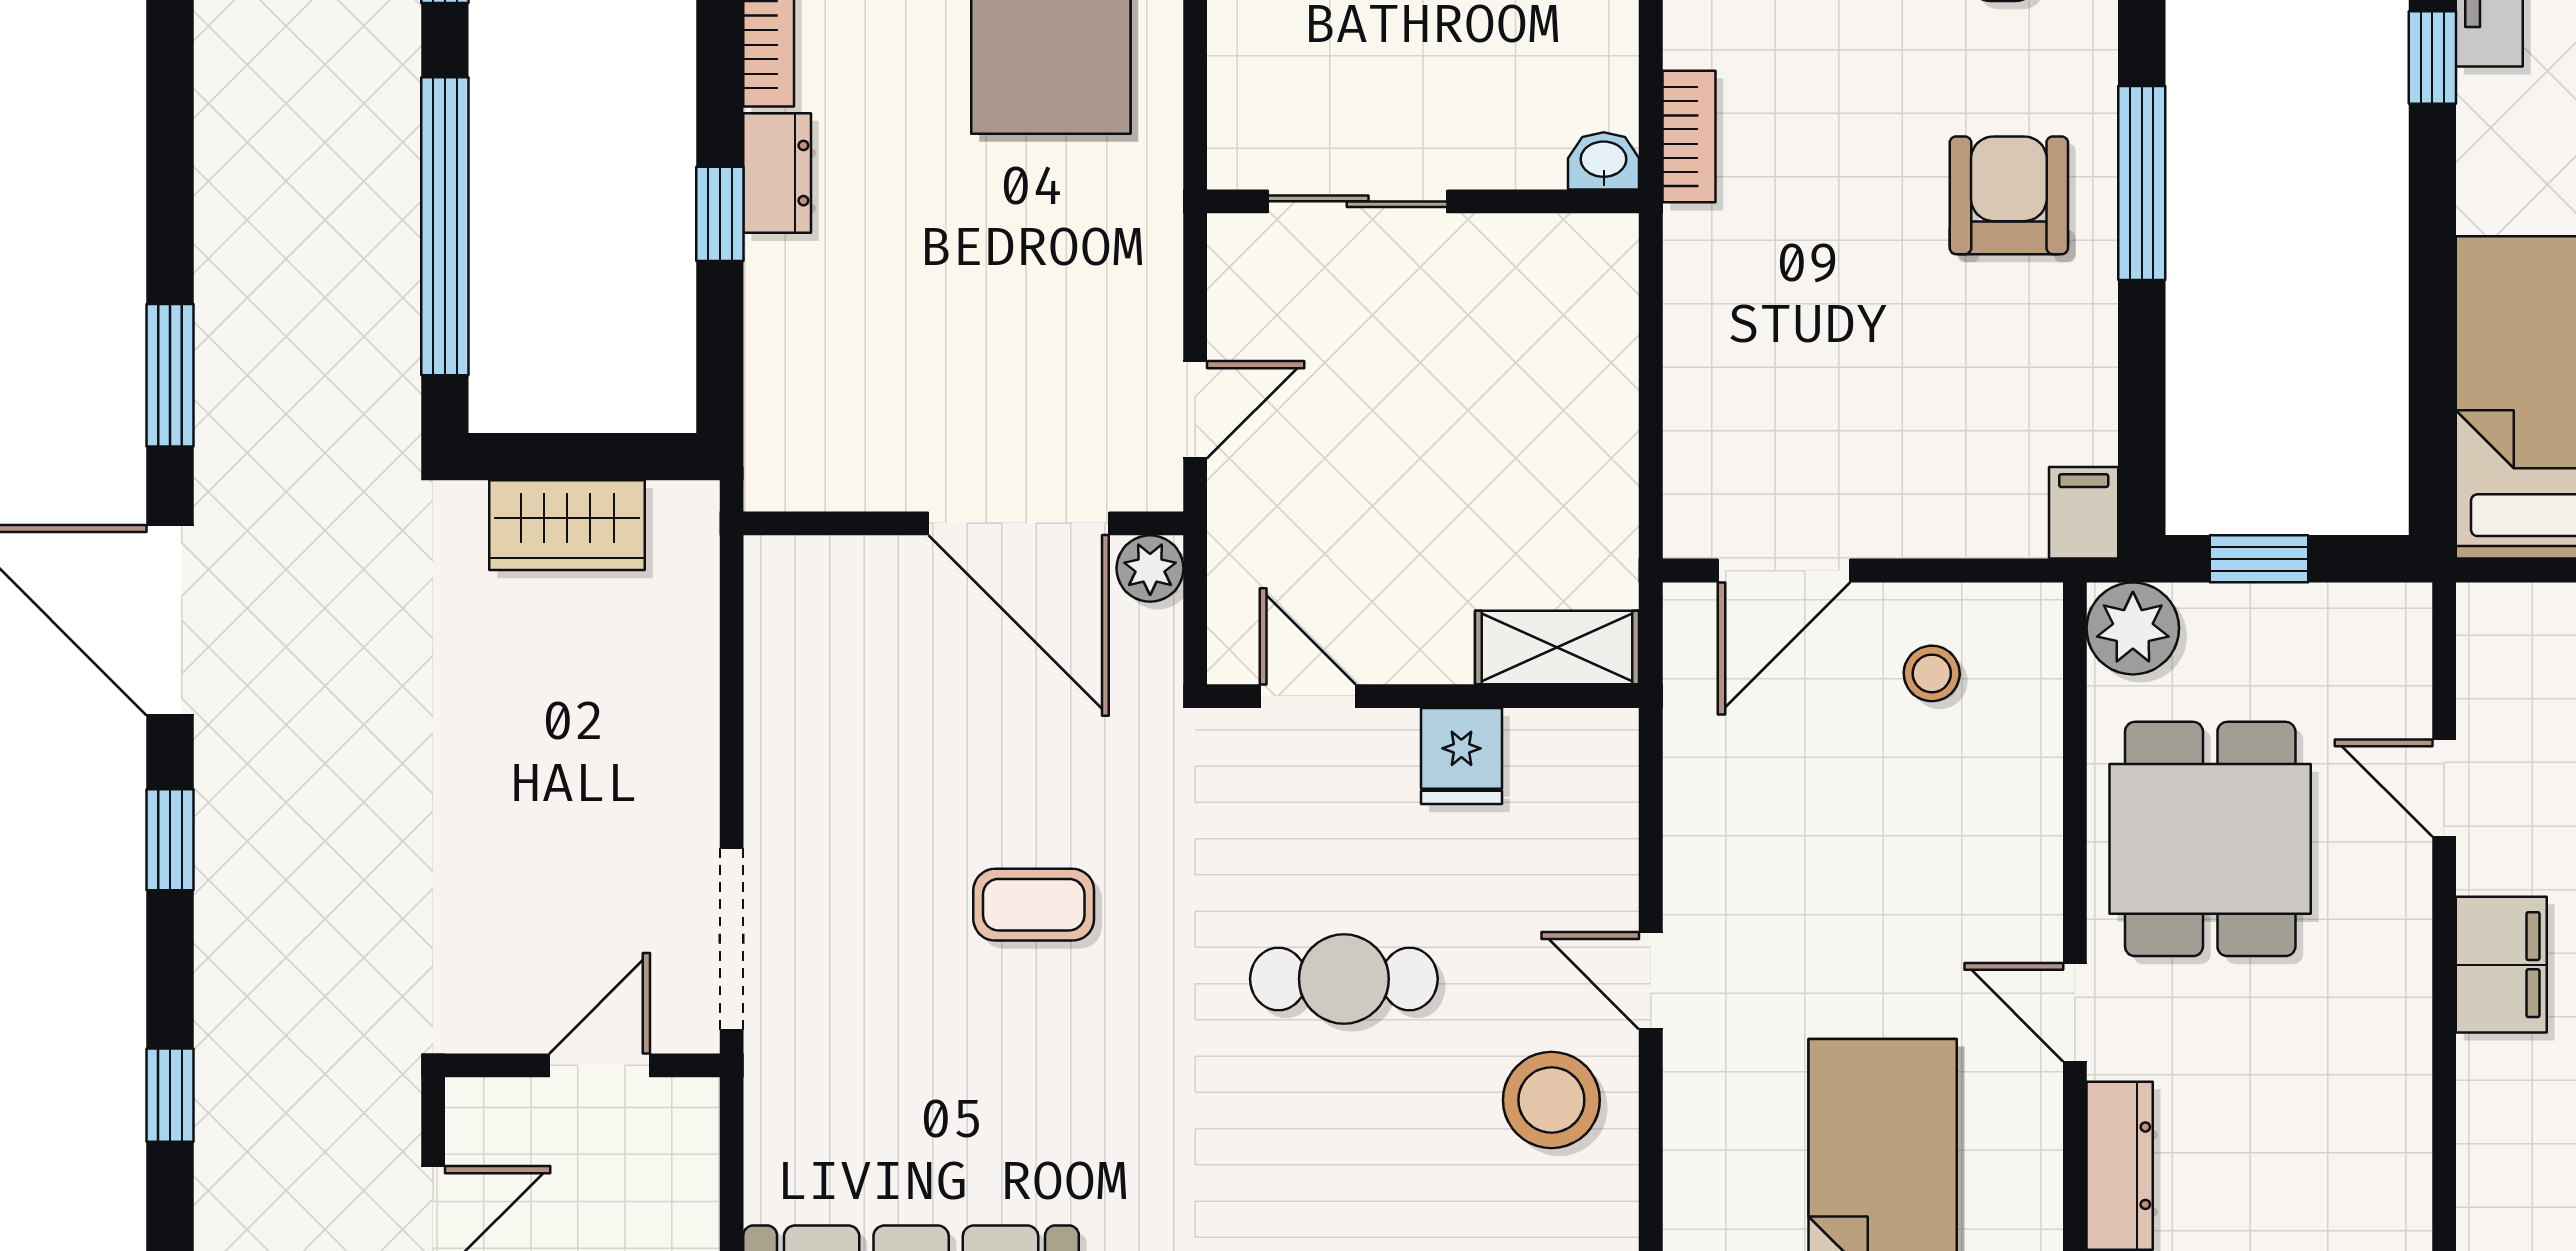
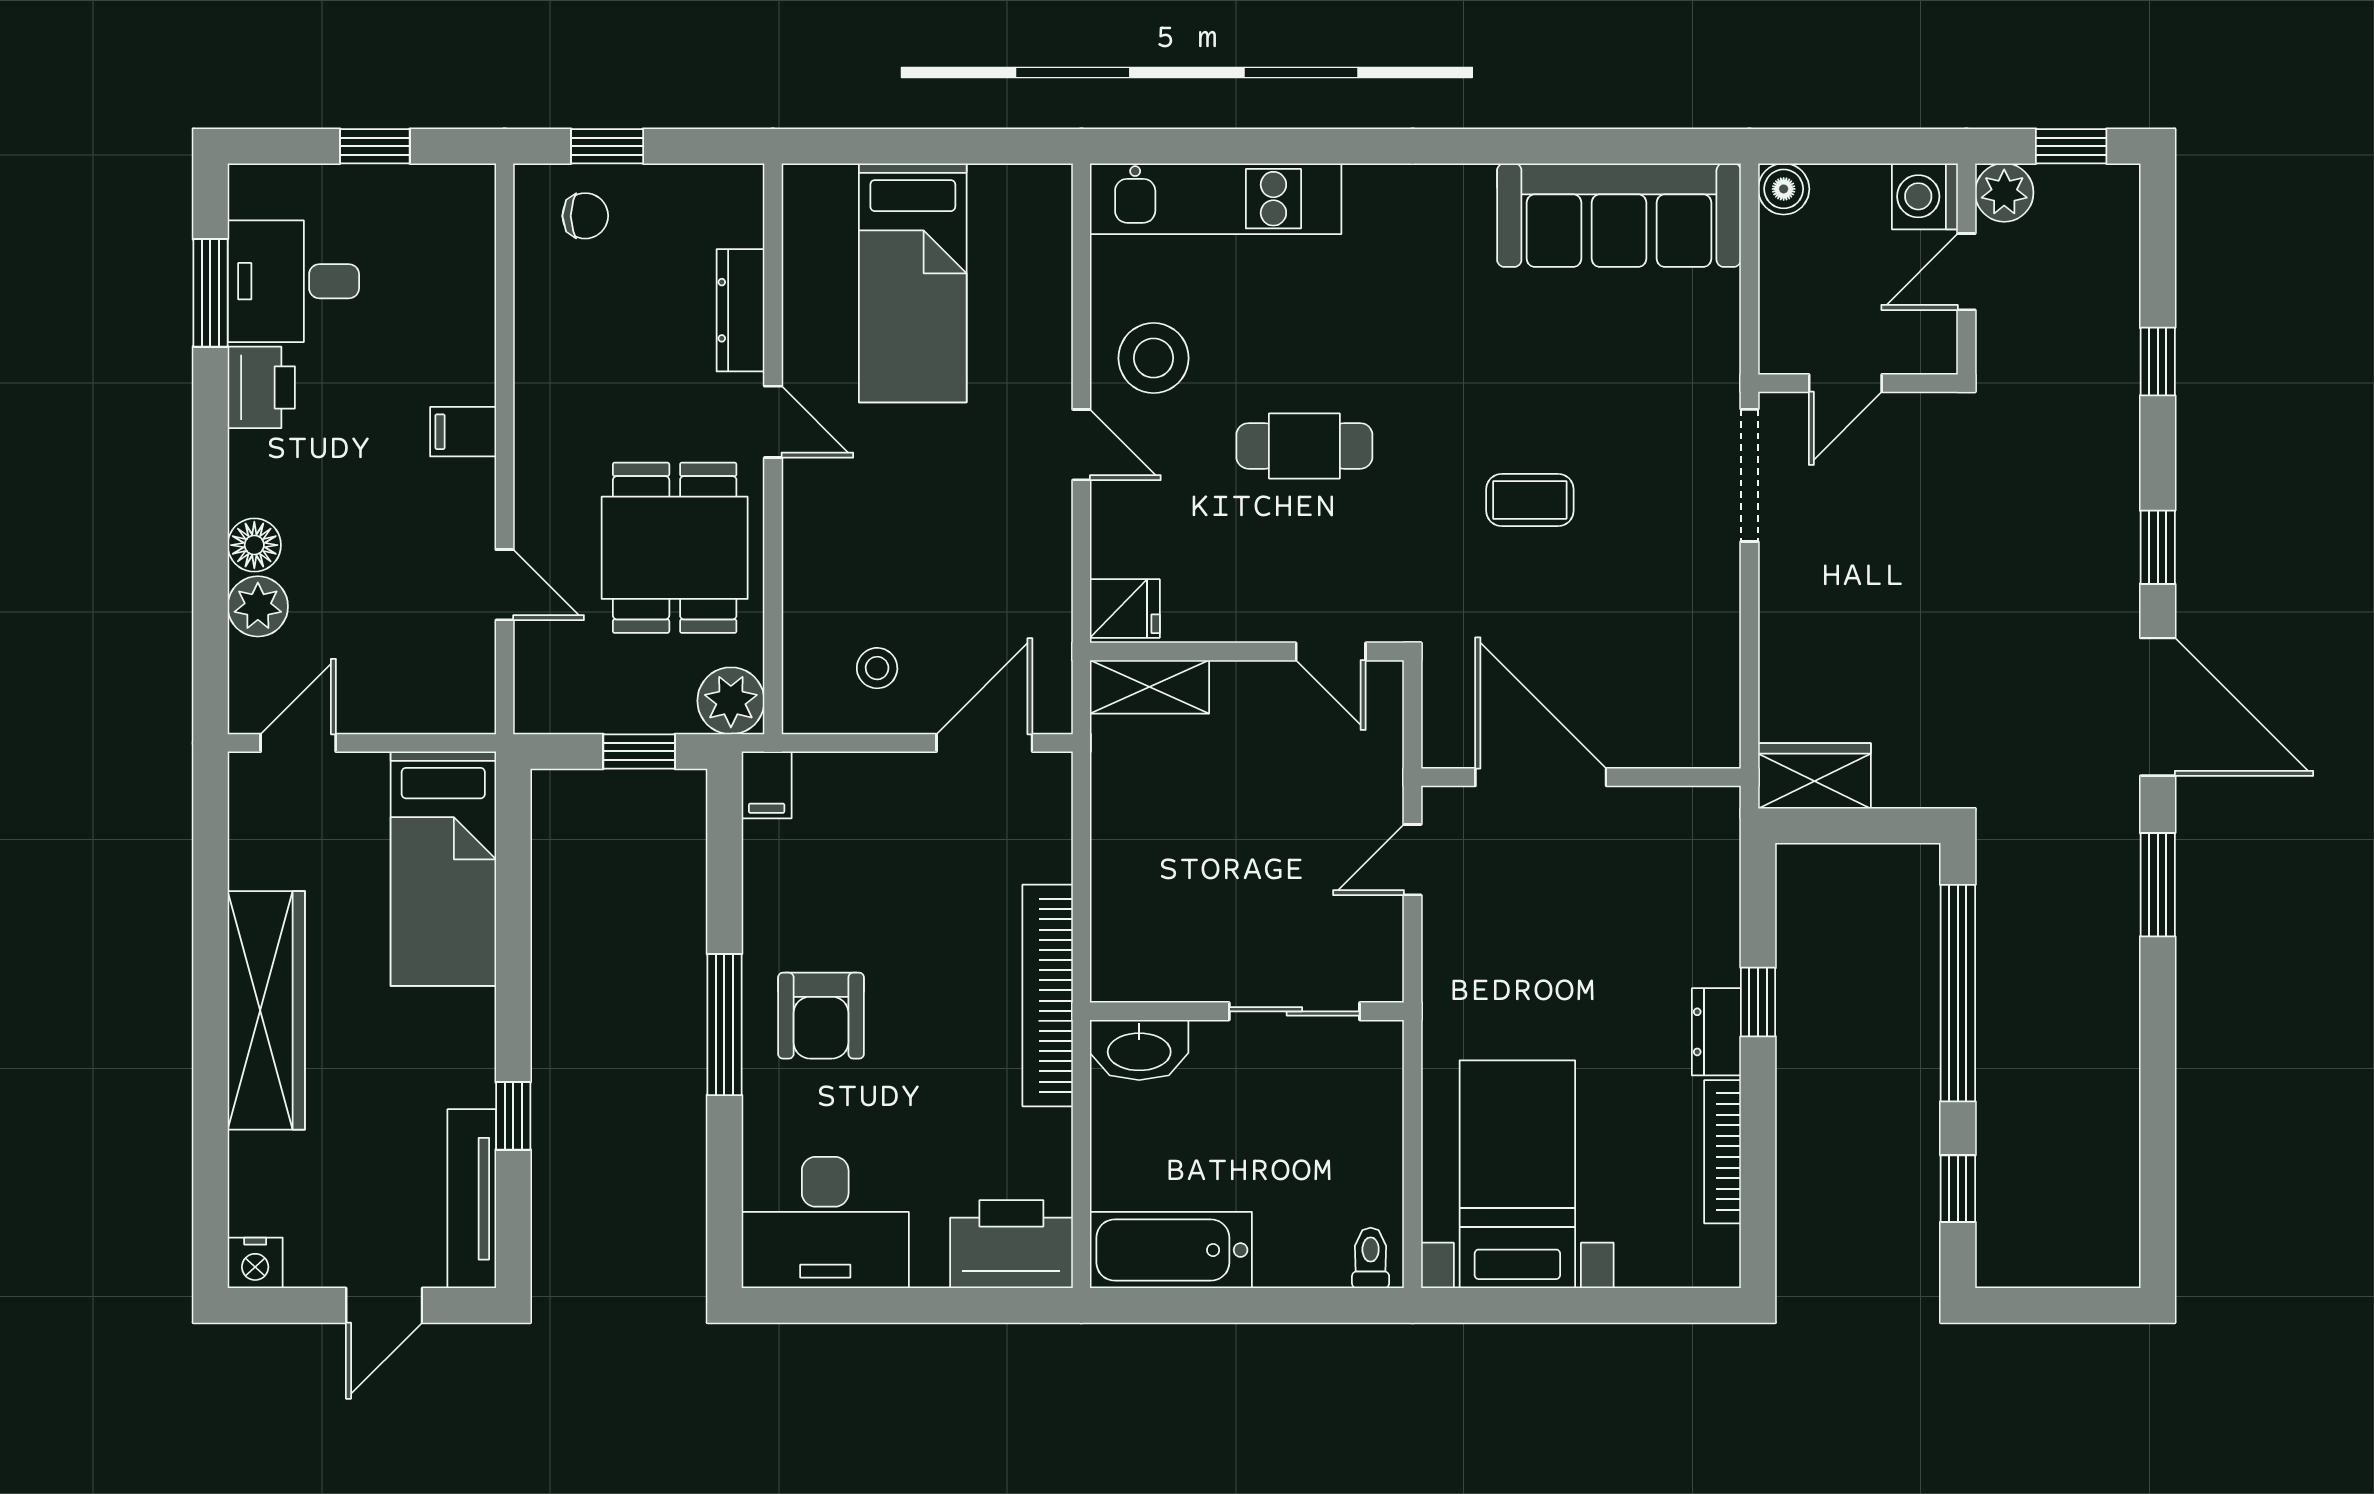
bookcase: (1689, 137) -> (1048, 995), width x2.31, depth x1.31
washbasin: (1604, 161) -> (1139, 1050), width x1.91, depth x1.45
wardrobe: (567, 525) -> (1814, 776), moved
plant: (1150, 568) -> (1445, 744), removed
fridge: (1461, 756) -> (1125, 608), moved, turned 90
filing cabinet: (2501, 965) -> (463, 432), width x0.50

